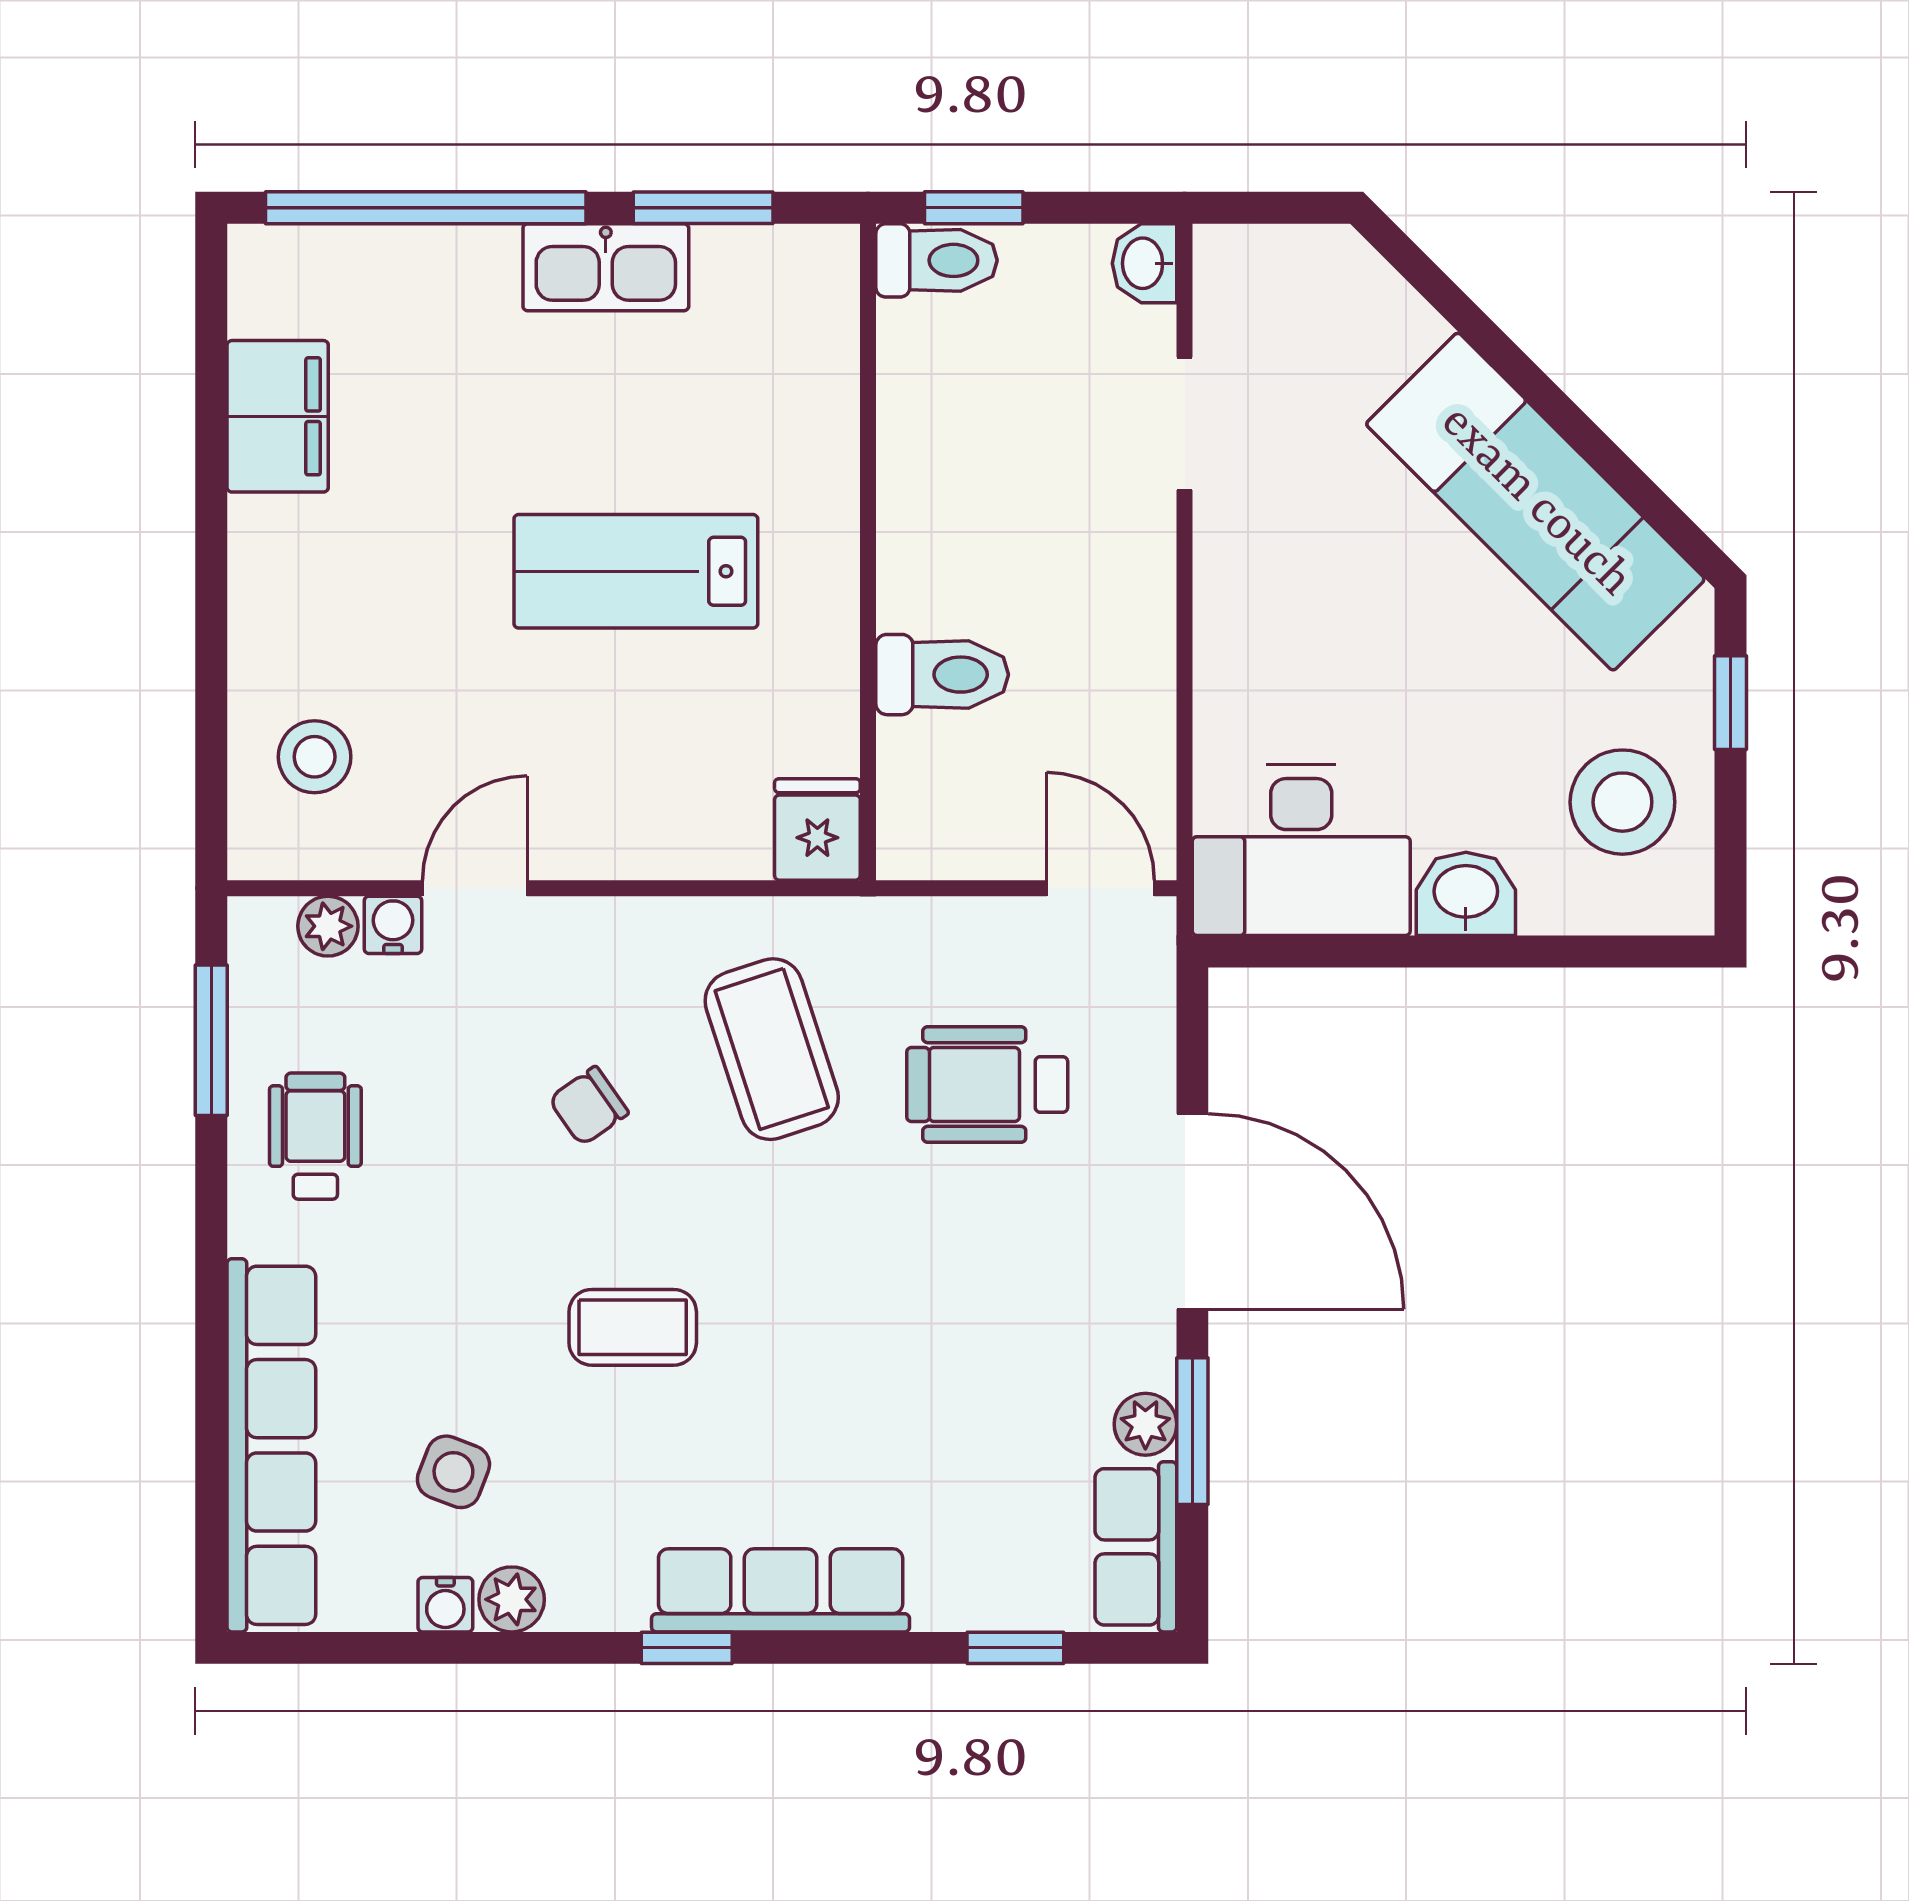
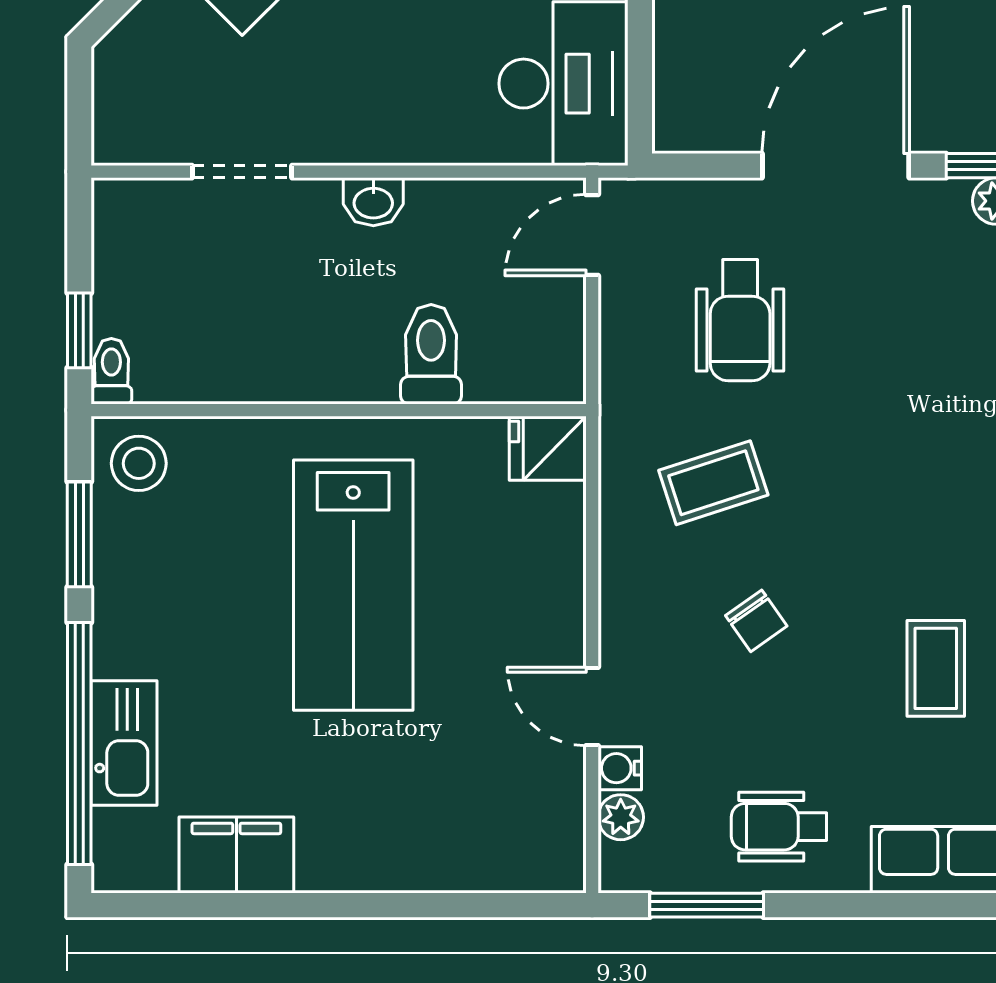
toilet: (937, 260) -> (111, 371), width x0.73, depth x0.72
washbasin: (1145, 263) -> (373, 202), moved
kitchen sink: (606, 267) -> (124, 743), moved
lab bench: (636, 571) -> (353, 585), width x1.36, depth x1.39
stool: (315, 757) -> (139, 463), moved
coffee table: (772, 1049) -> (713, 483), width x0.73, depth x0.77
coffee table: (633, 1327) -> (936, 668), moved

